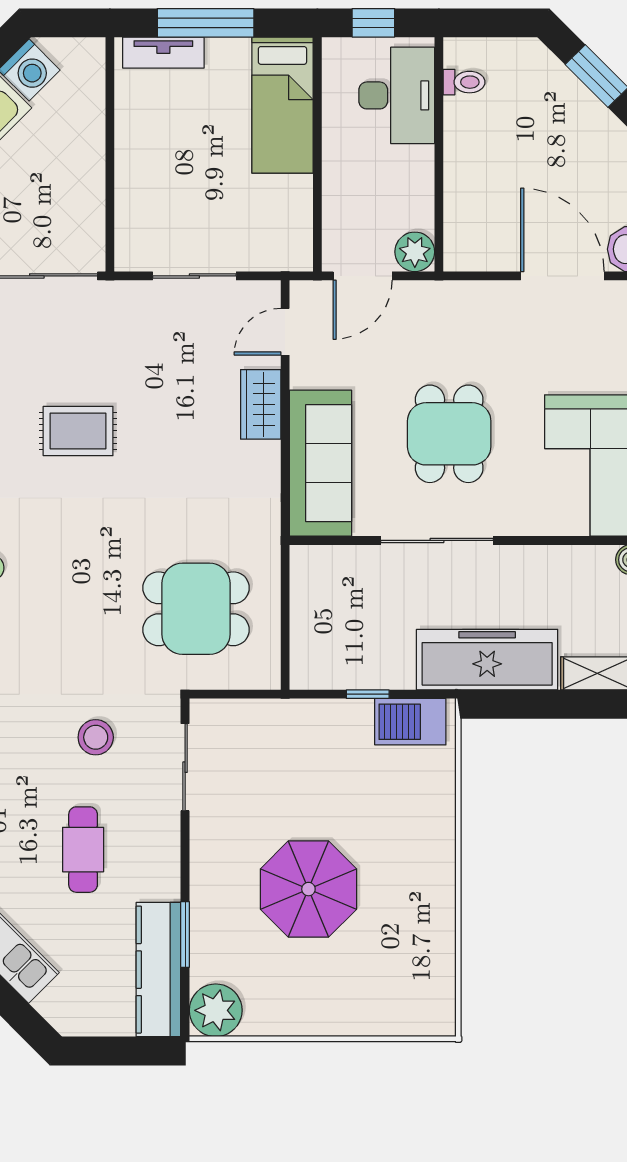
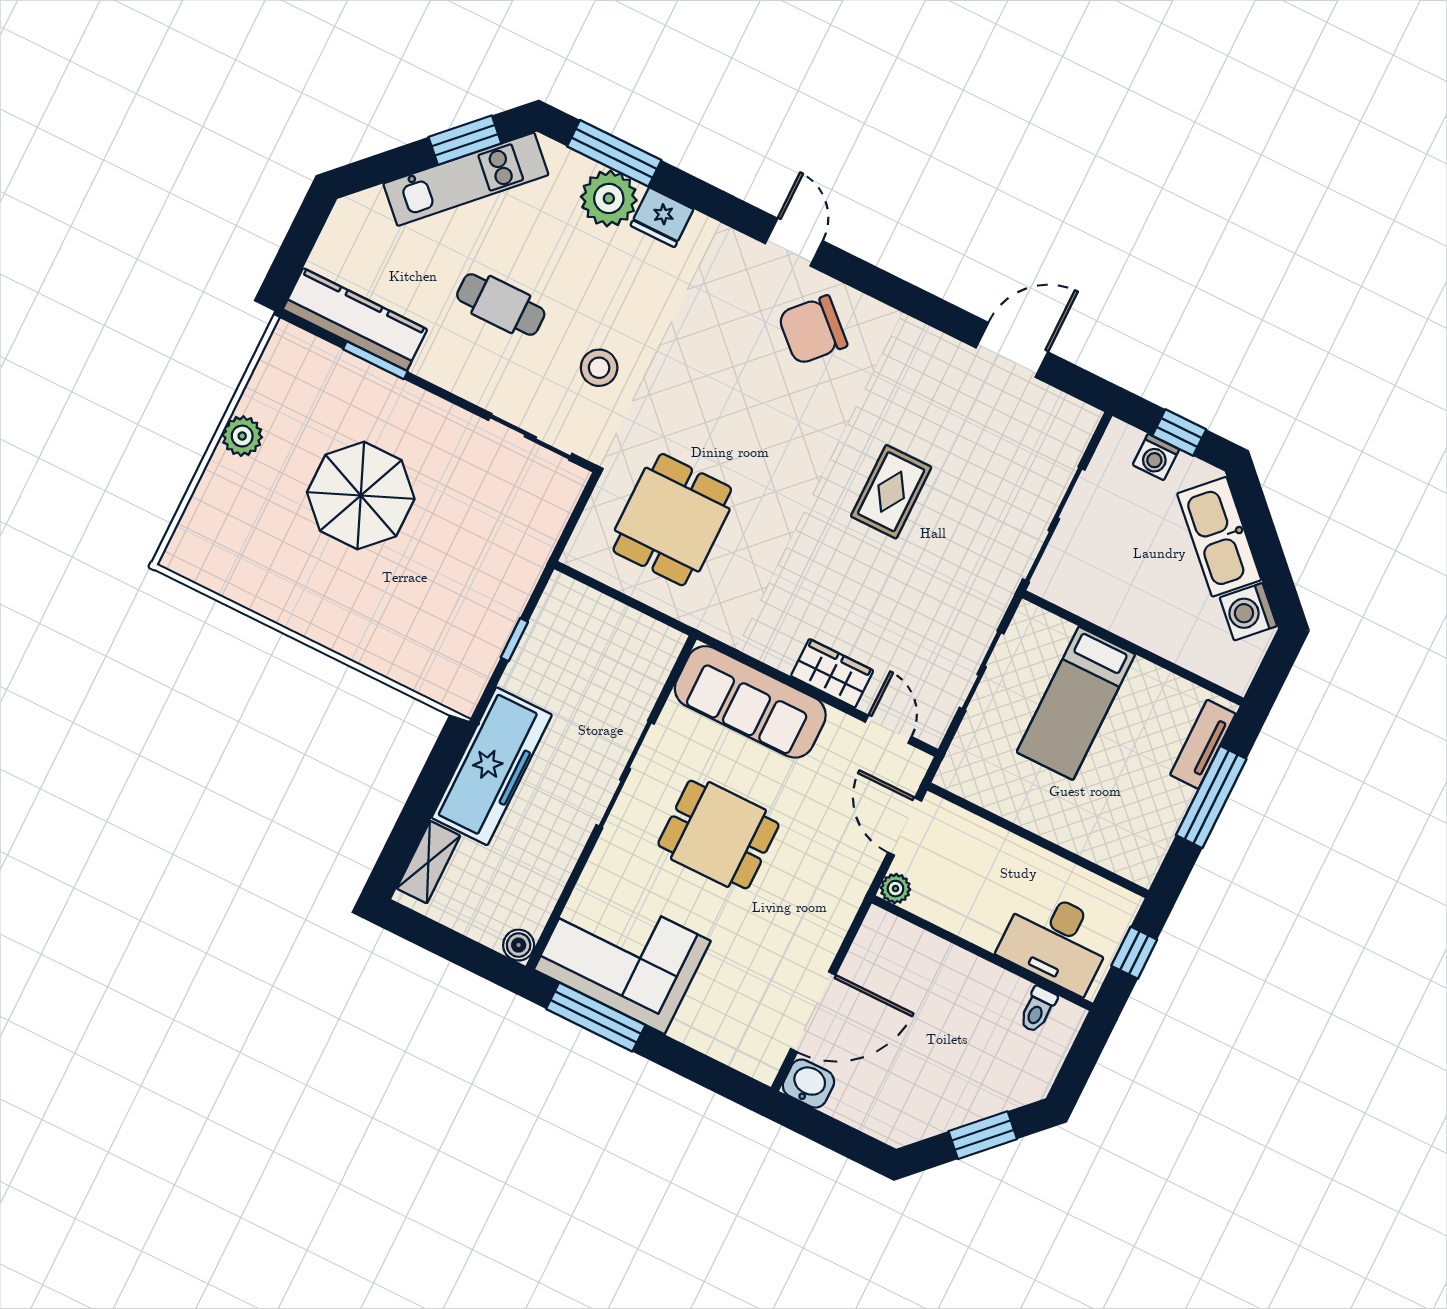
bed: (282, 105) -> (1076, 703), moved, turned -90
plant: (415, 252) -> (895, 889), width x0.73, depth x0.73
barbecue: (410, 722) -> (469, 667), removed
plant: (216, 1010) -> (242, 436), moved, width x0.73, depth x0.73

